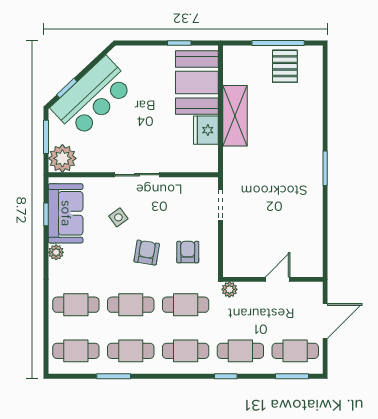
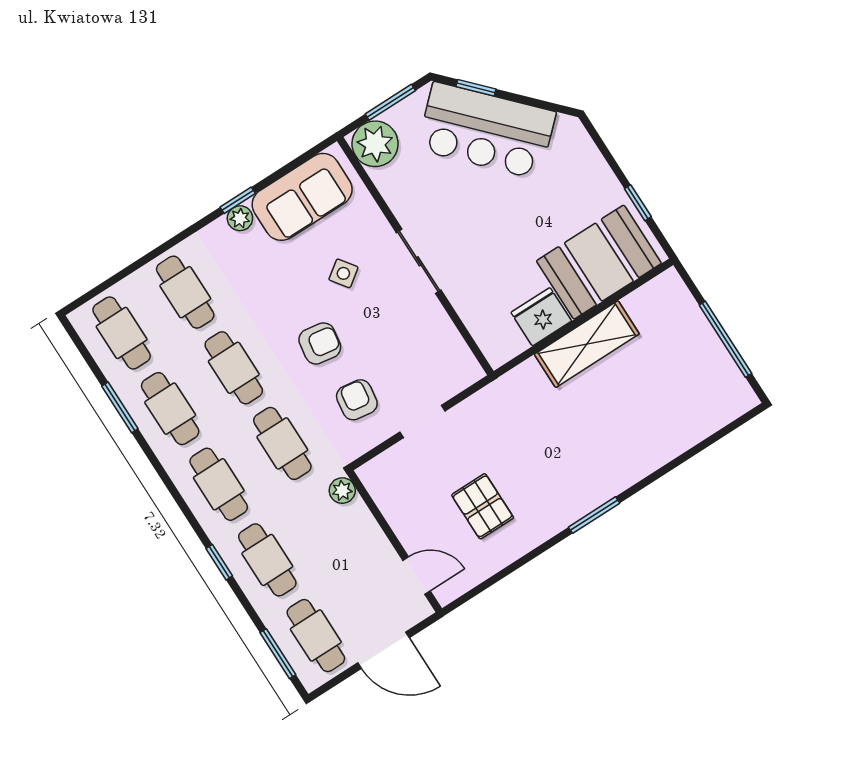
pallet: (285, 66) -> (483, 506), moved, turned 90
doorway: (220, 205) -> (422, 421), moved
window: (46, 214) -> (238, 200), moved
armchair: (188, 252) -> (357, 400), turned -82
door: (278, 279) -> (417, 576), moved

